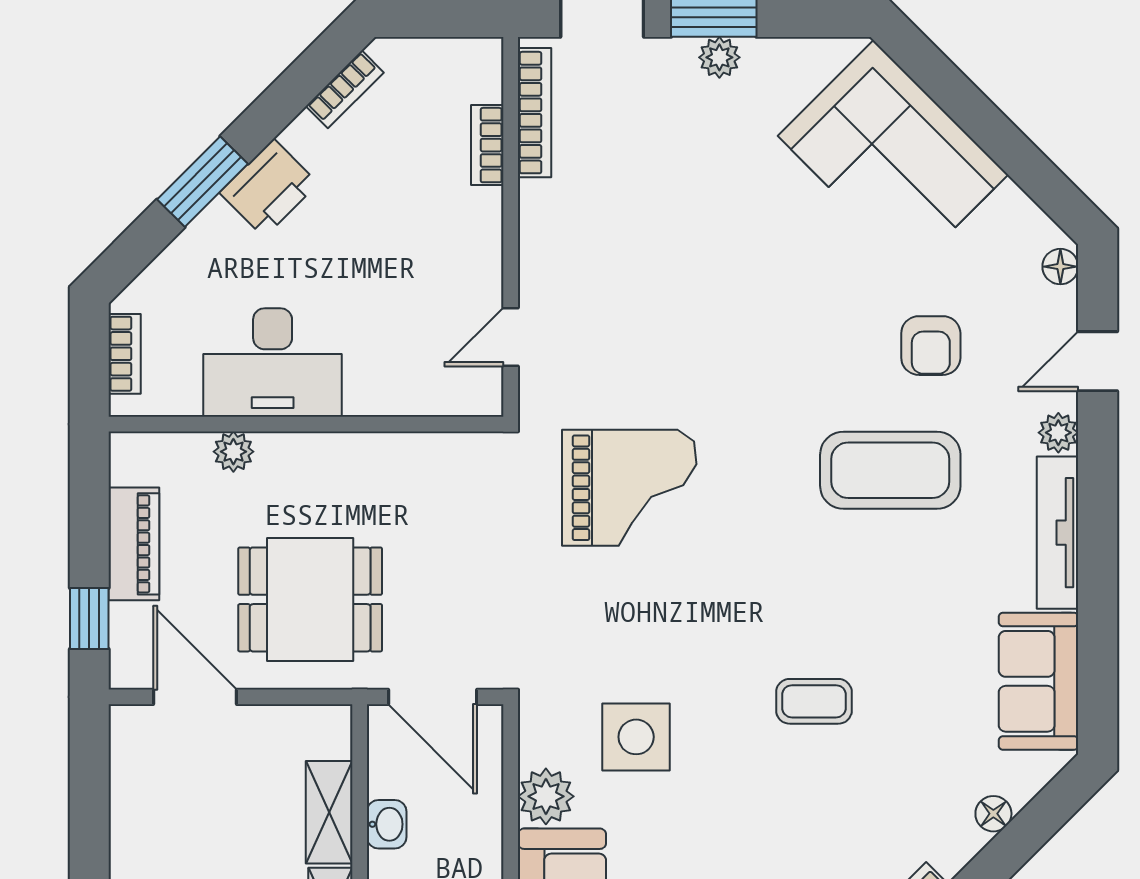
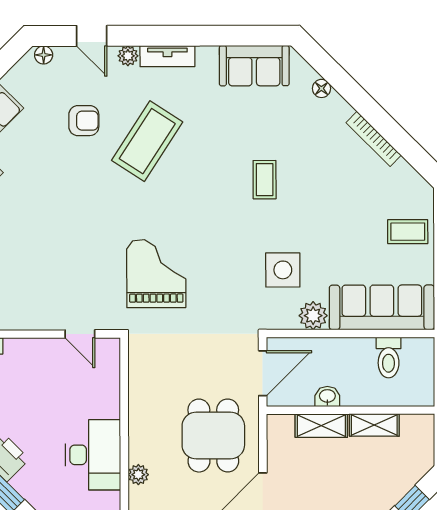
coffee table: (890, 470) -> (147, 141), turned 33
tv unit: (1058, 533) -> (167, 56), width x0.71

